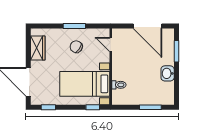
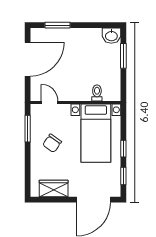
window: (74, 26) -> (28, 129), moved
door: (111, 45) -> (50, 103), swing flipped
washbasin: (168, 73) -> (111, 36), moved
window: (93, 107) -> (123, 149), moved

